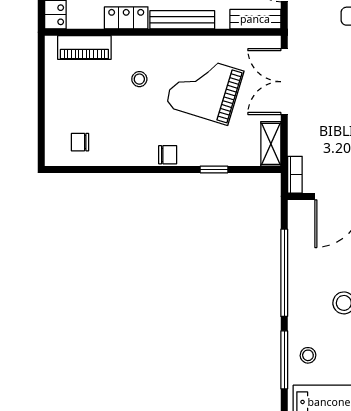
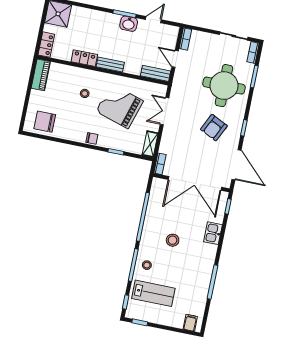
bench: (182, 20) -> (110, 65), width x0.73
piano: (84, 48) -> (41, 75), moved, turned -90
double door: (284, 82) -> (164, 111), width x0.73
chair: (80, 142) -> (45, 122), width x1.87, depth x1.87

